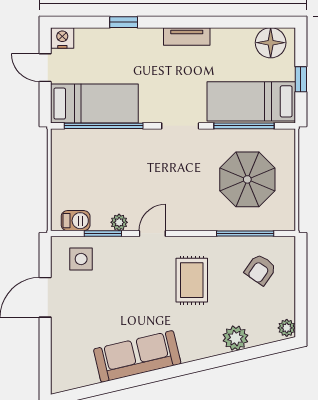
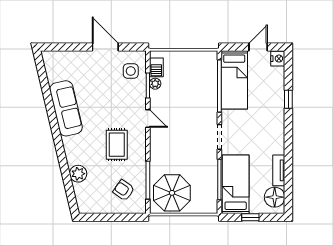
tv unit: (187, 36) -> (279, 170), moved
parasol: (247, 179) -> (172, 193), moved
plant: (119, 222) -> (155, 84), moved
rug: (192, 280) -> (117, 145), turned 90
plant: (287, 328) -> (85, 208), removed

